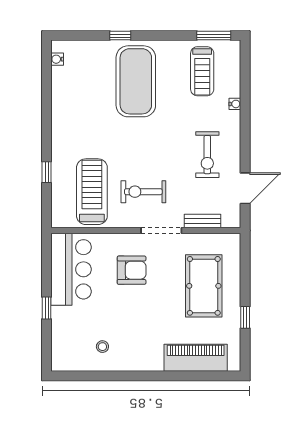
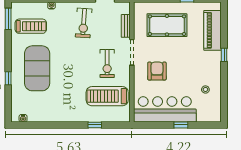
exercise mat: (136, 81) -> (37, 68), turned 90
exercise bike: (207, 155) -> (84, 23), turned 94
bar counter: (71, 269) -> (165, 109), width x1.36
window: (157, 376) -> (224, 55), added

